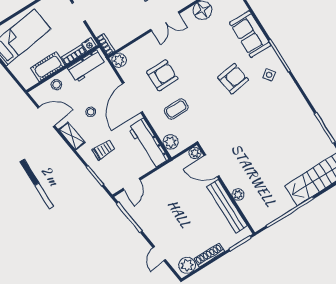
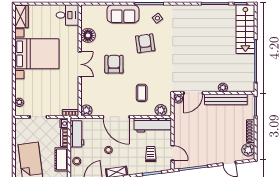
armchair: (162, 75) -> (114, 64), moved
trolley: (104, 150) -> (151, 154), moved

